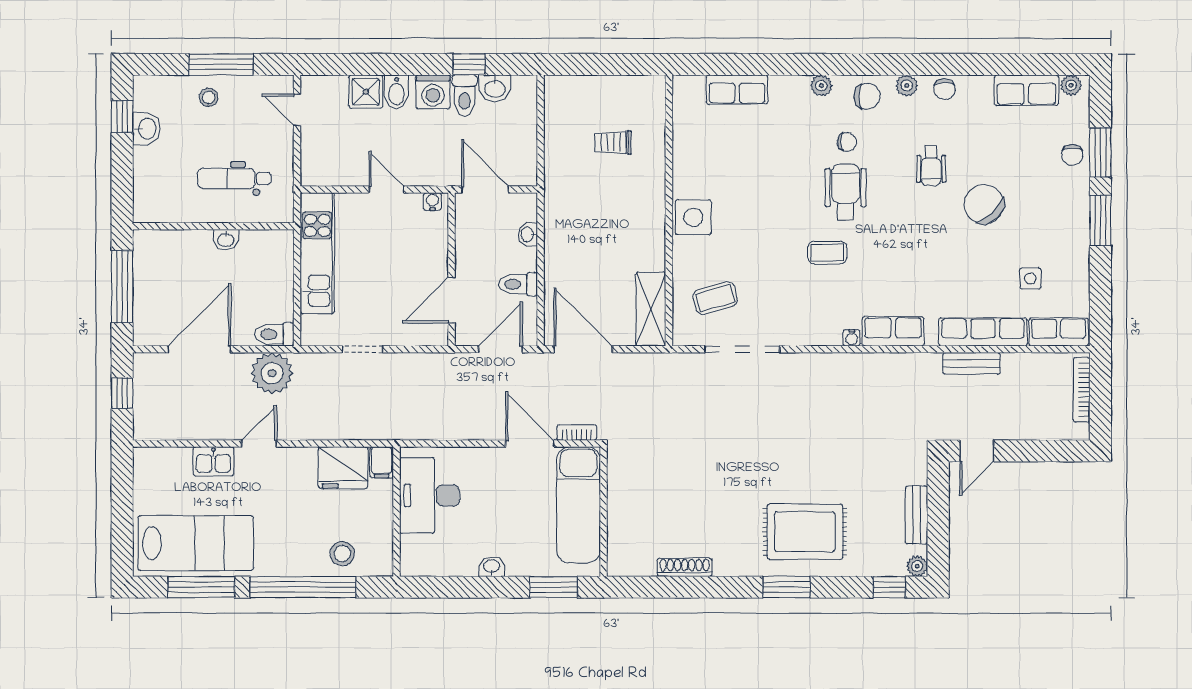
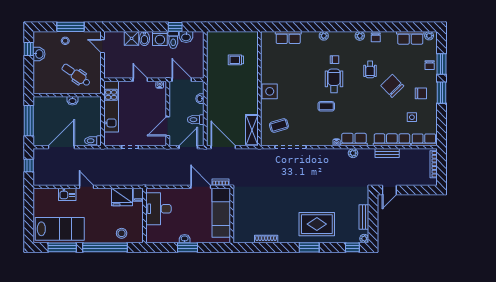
chair: (867, 96) -> (421, 93), moved
dental chair: (234, 178) -> (76, 75), turned 35
plant: (272, 373) -> (353, 153), moved, width x0.53, depth x0.53
door: (259, 444) -> (87, 187), hinge flipped
window: (554, 587) -> (188, 247), moved

